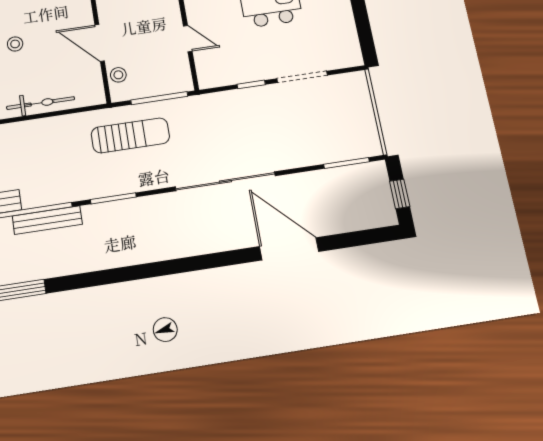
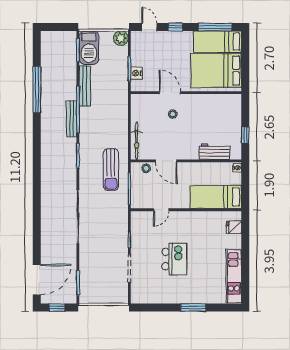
door: (100, 43) -> (166, 161), swing flipped
bicycle: (41, 103) -> (137, 141), moved
door: (289, 249) -> (37, 280), moved

